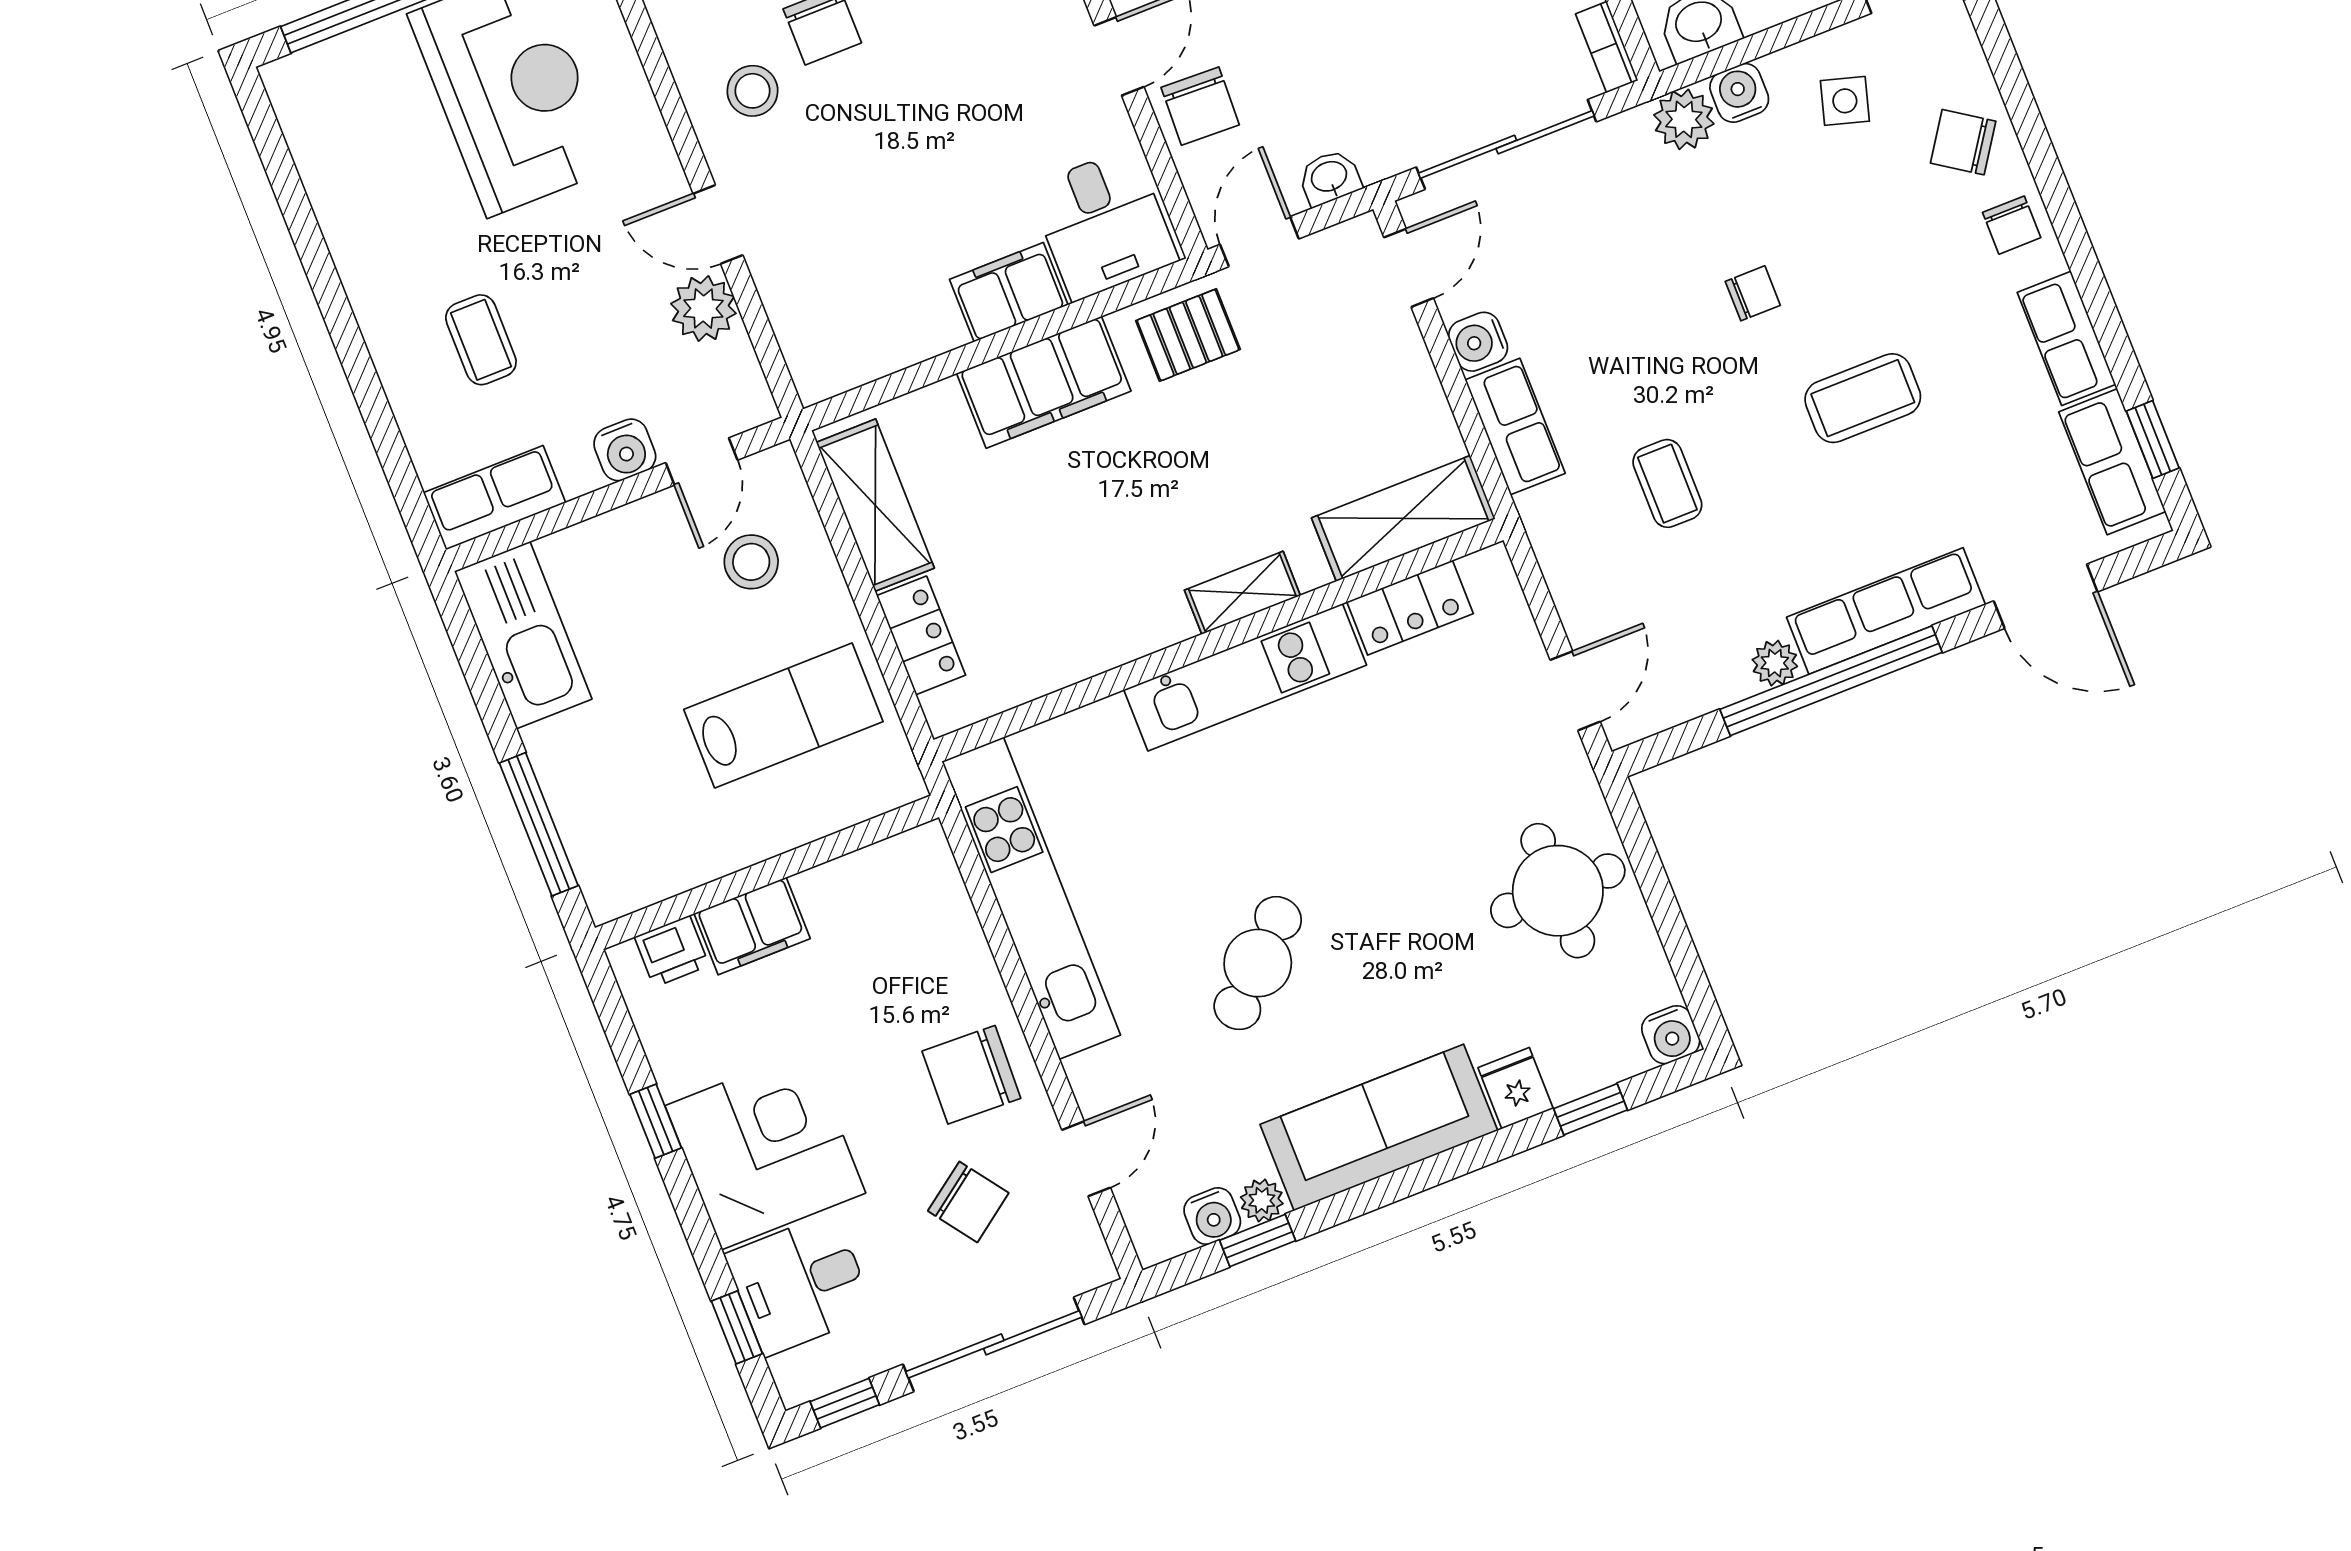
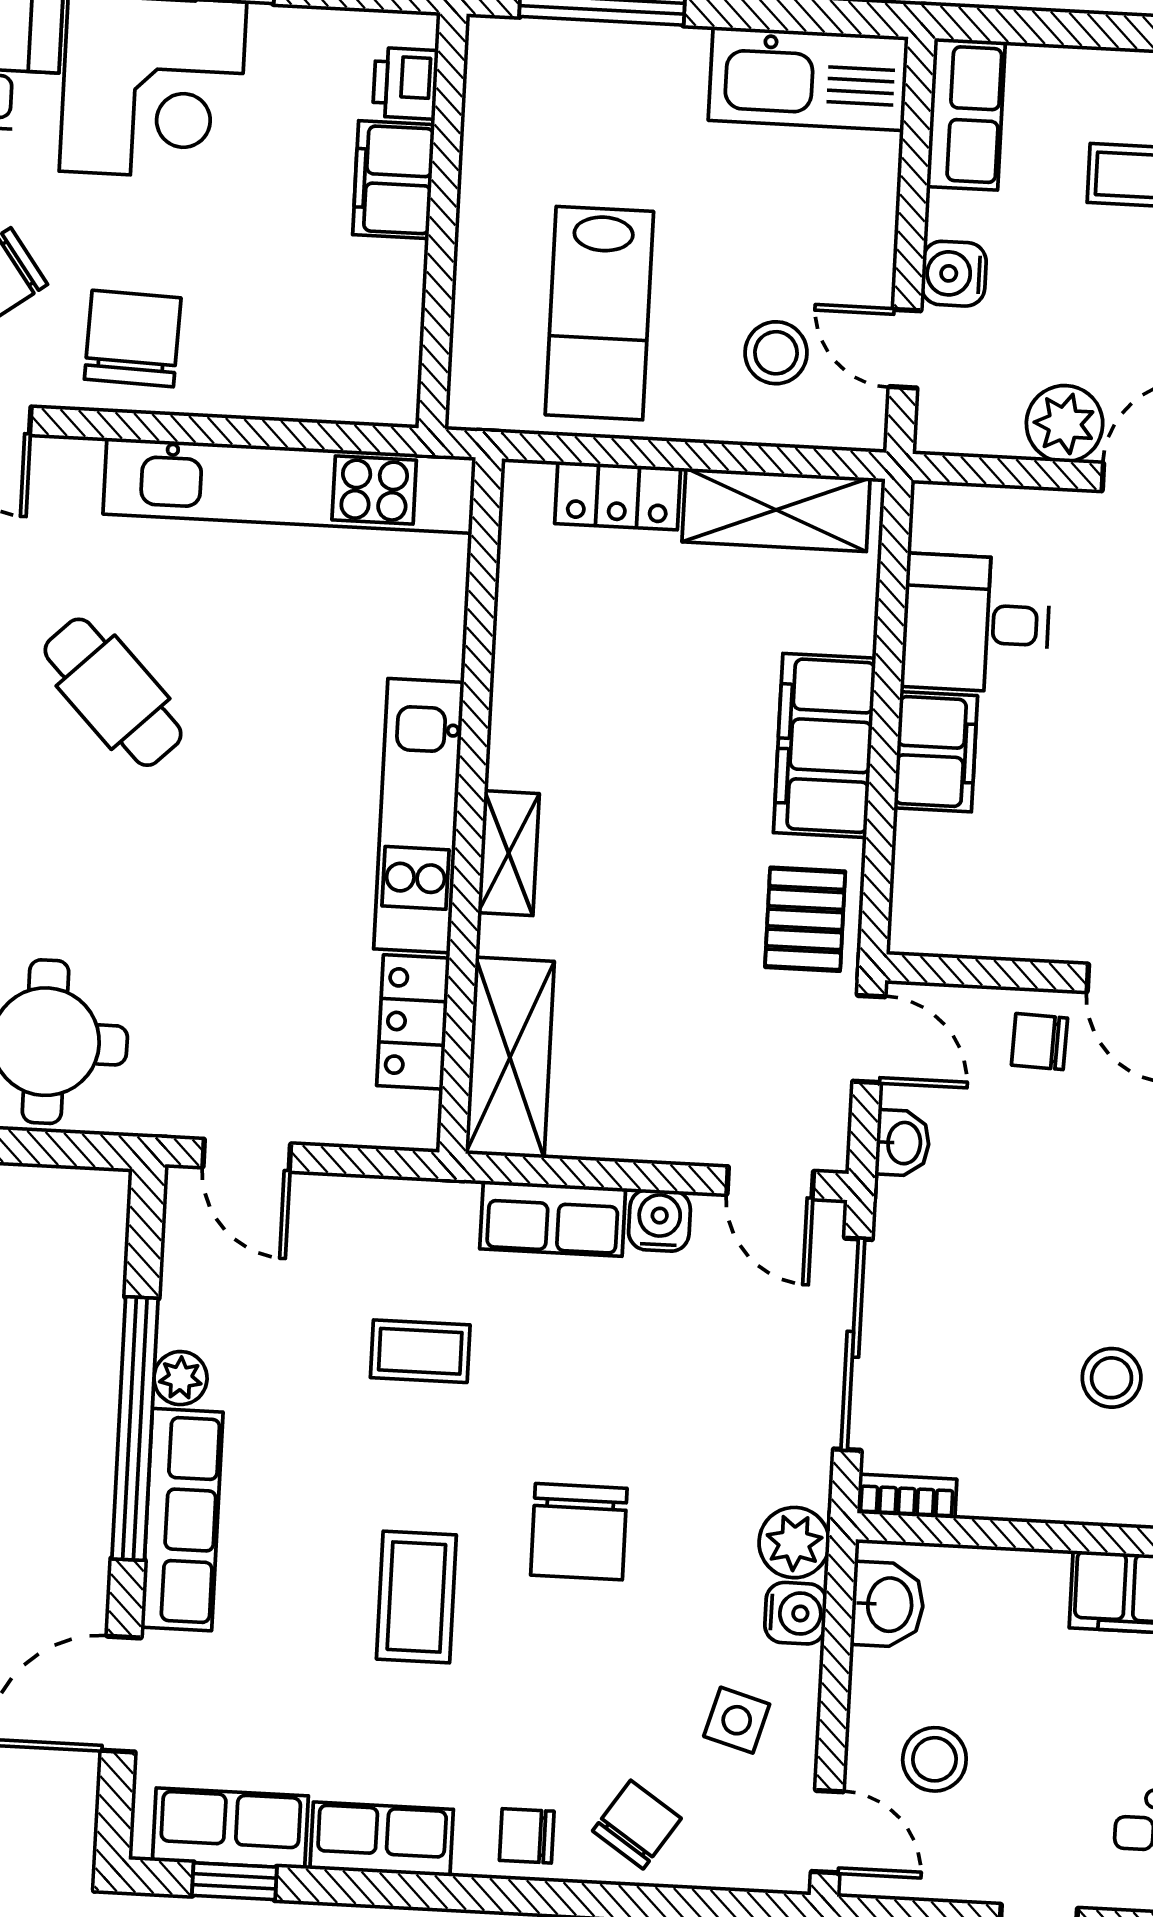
chair: (1200, 106) -> (1039, 1042), width x0.73, depth x0.73
desk: (1103, 224) -> (976, 623), moved
chair: (1753, 293) -> (579, 1532), width x1.87, depth x1.87

